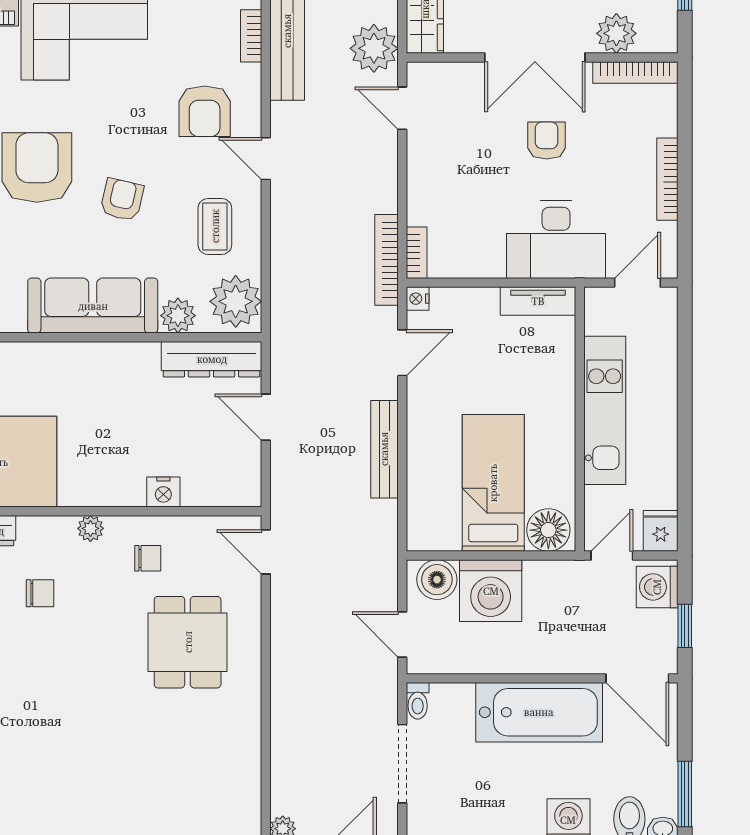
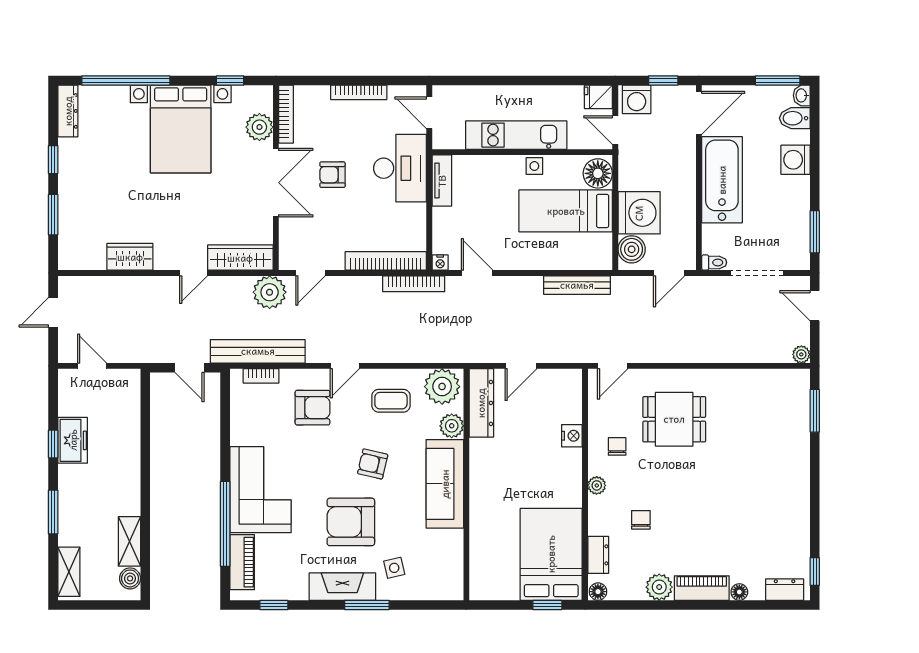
bookcase: (417, 253) -> (386, 261), width x2.31, depth x1.31
side table: (559, 437) -> (534, 166), added
bench: (384, 449) -> (577, 285), moved

